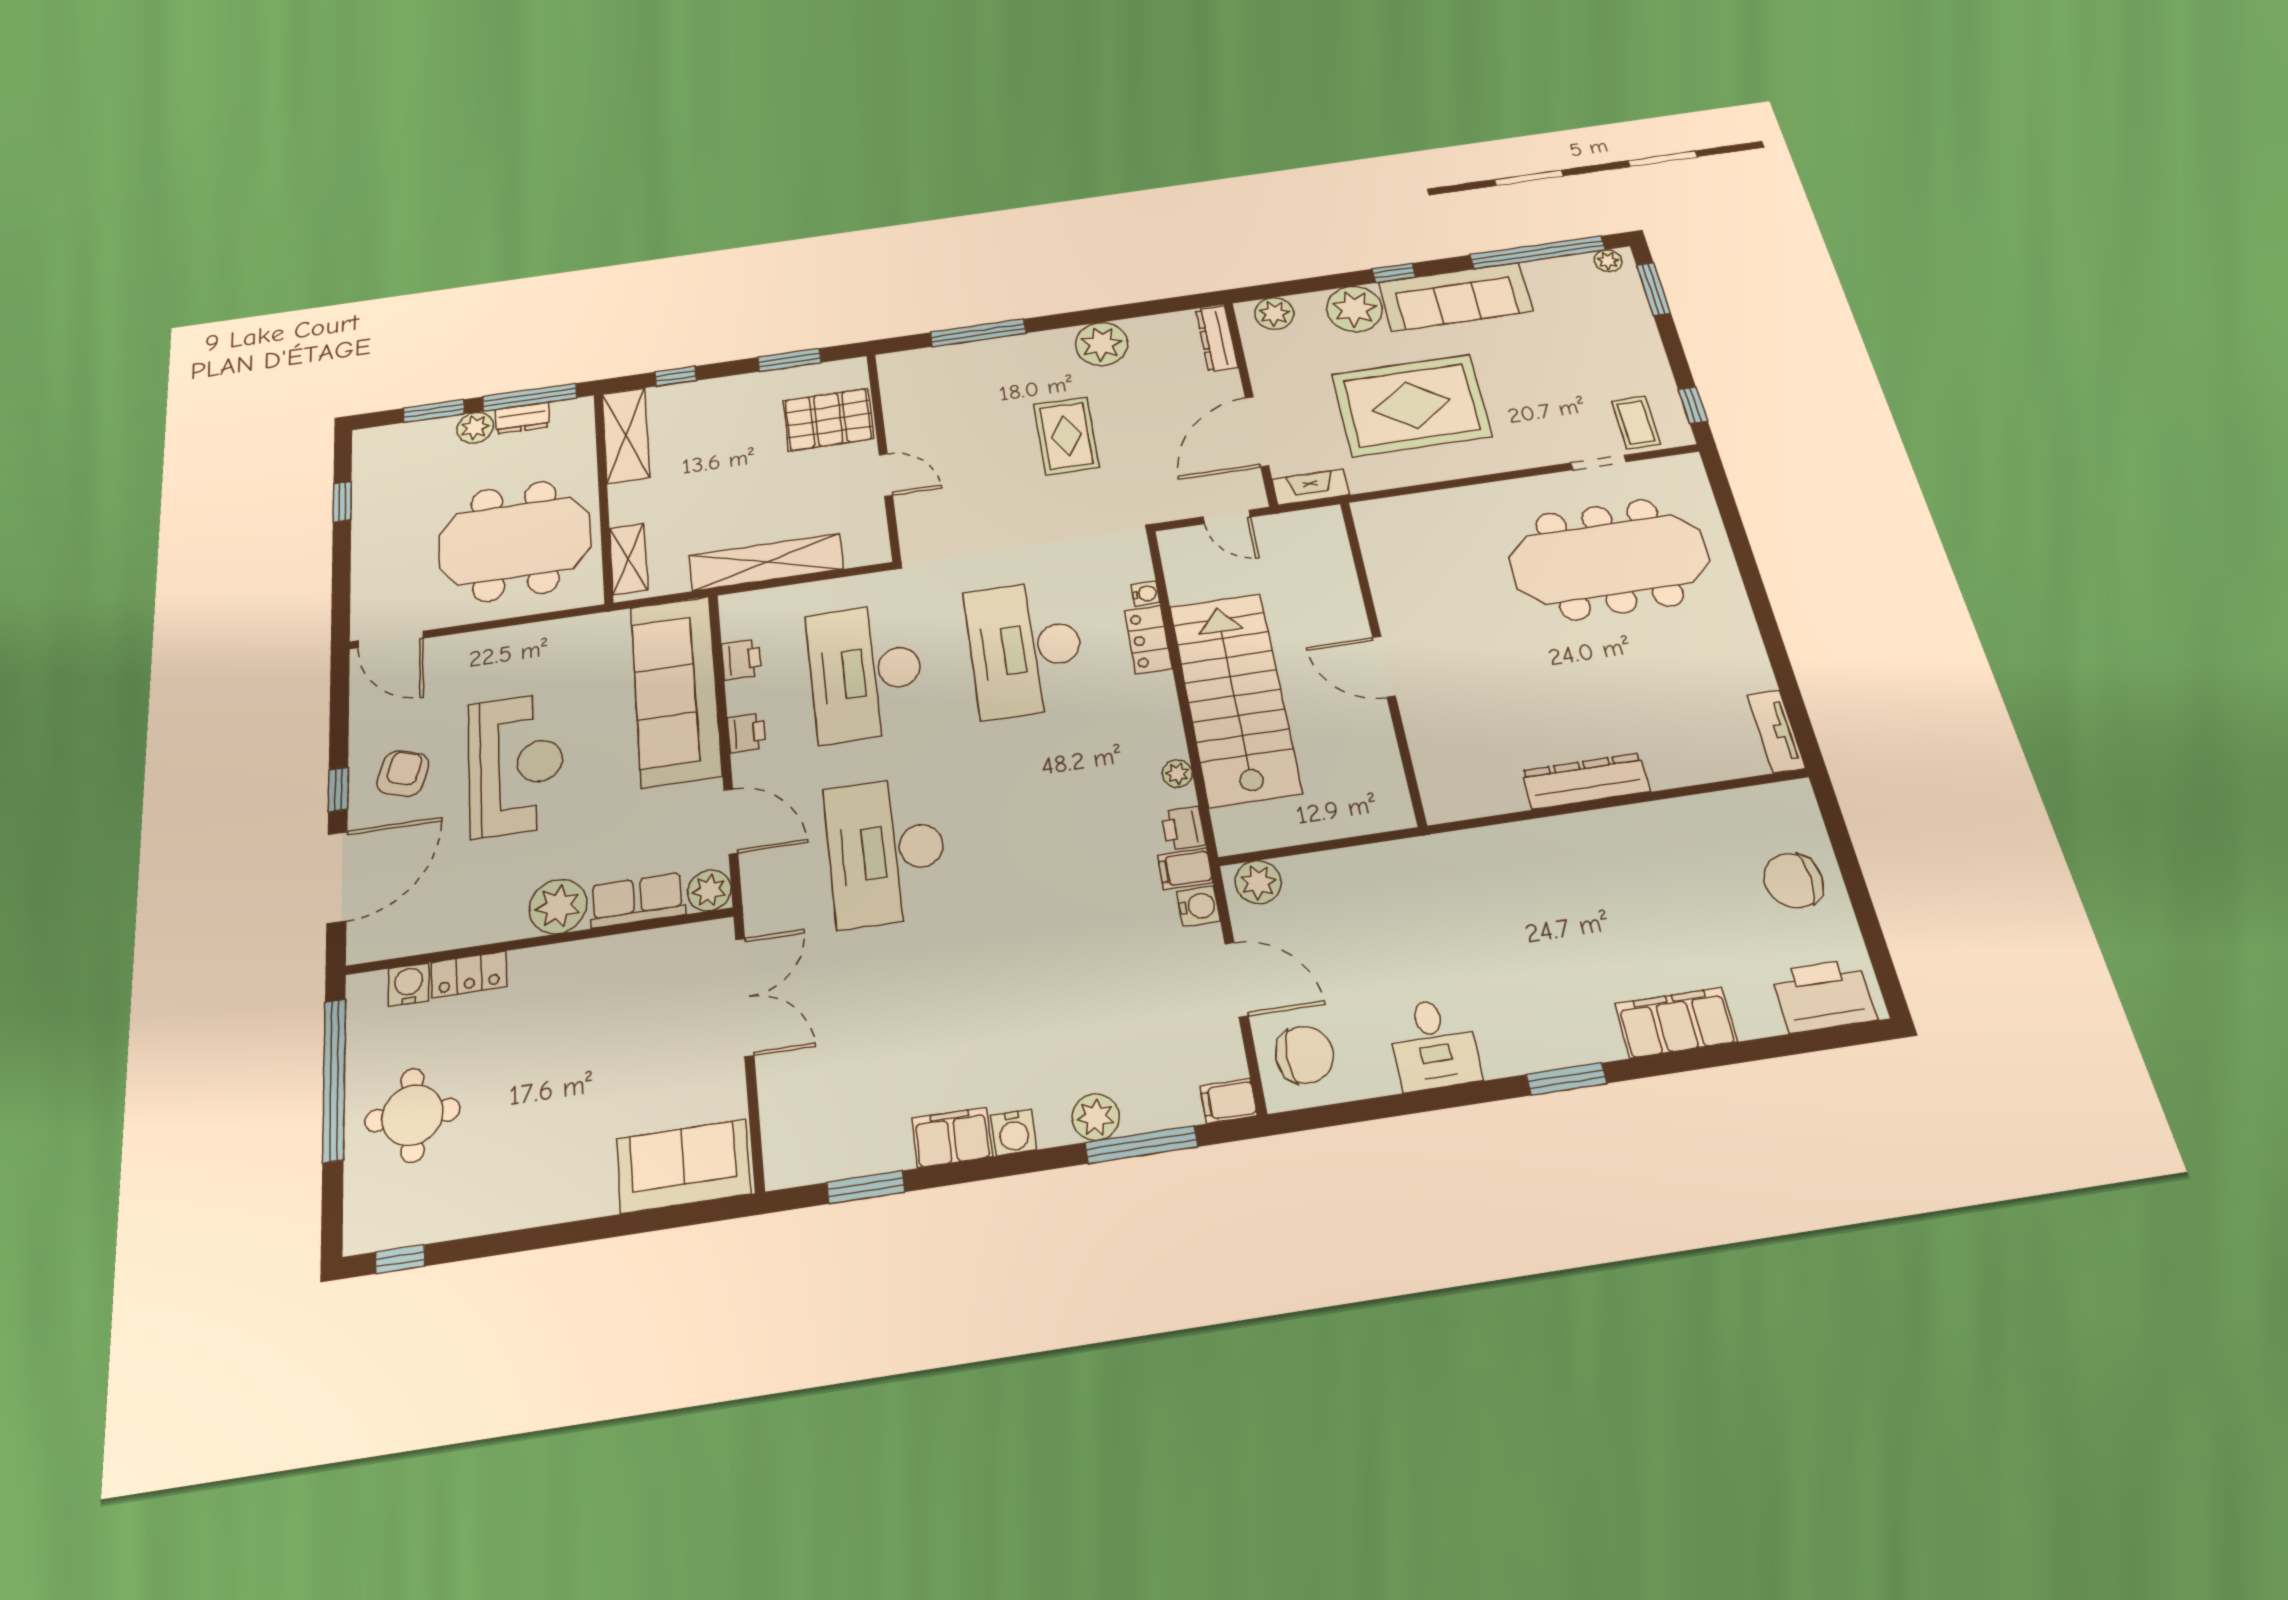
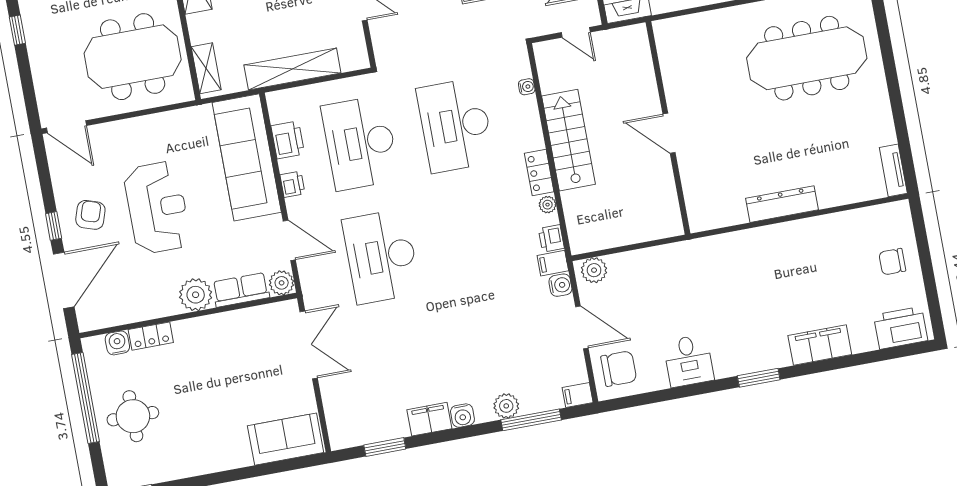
locker: (1148, 640) -> (539, 173), moved
printer: (742, 659) -> (288, 140), width x1.36, depth x1.24
stairs: (1235, 698) -> (569, 140), width x0.73, depth x0.66
chair: (1793, 881) -> (892, 262), width x0.73, depth x0.73

